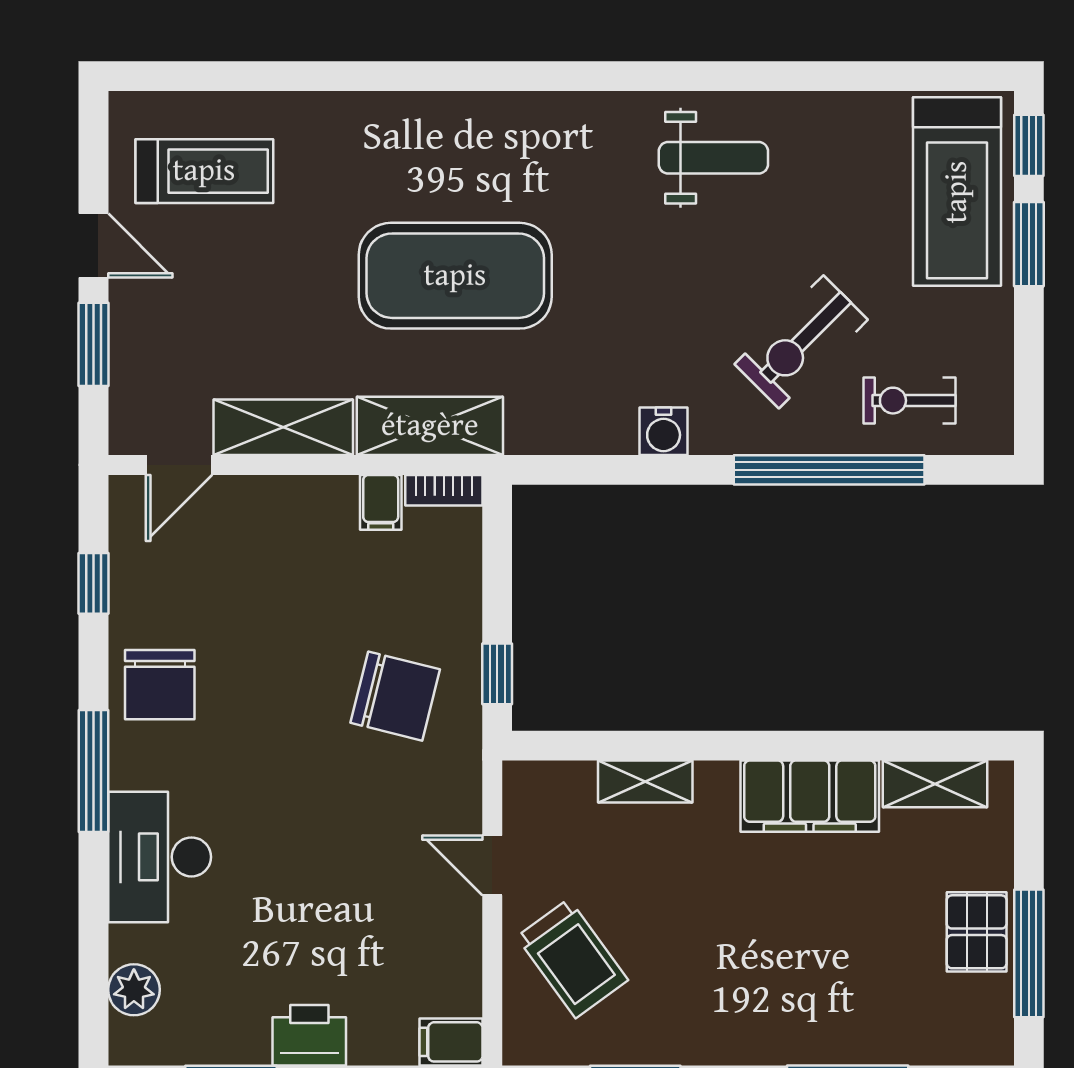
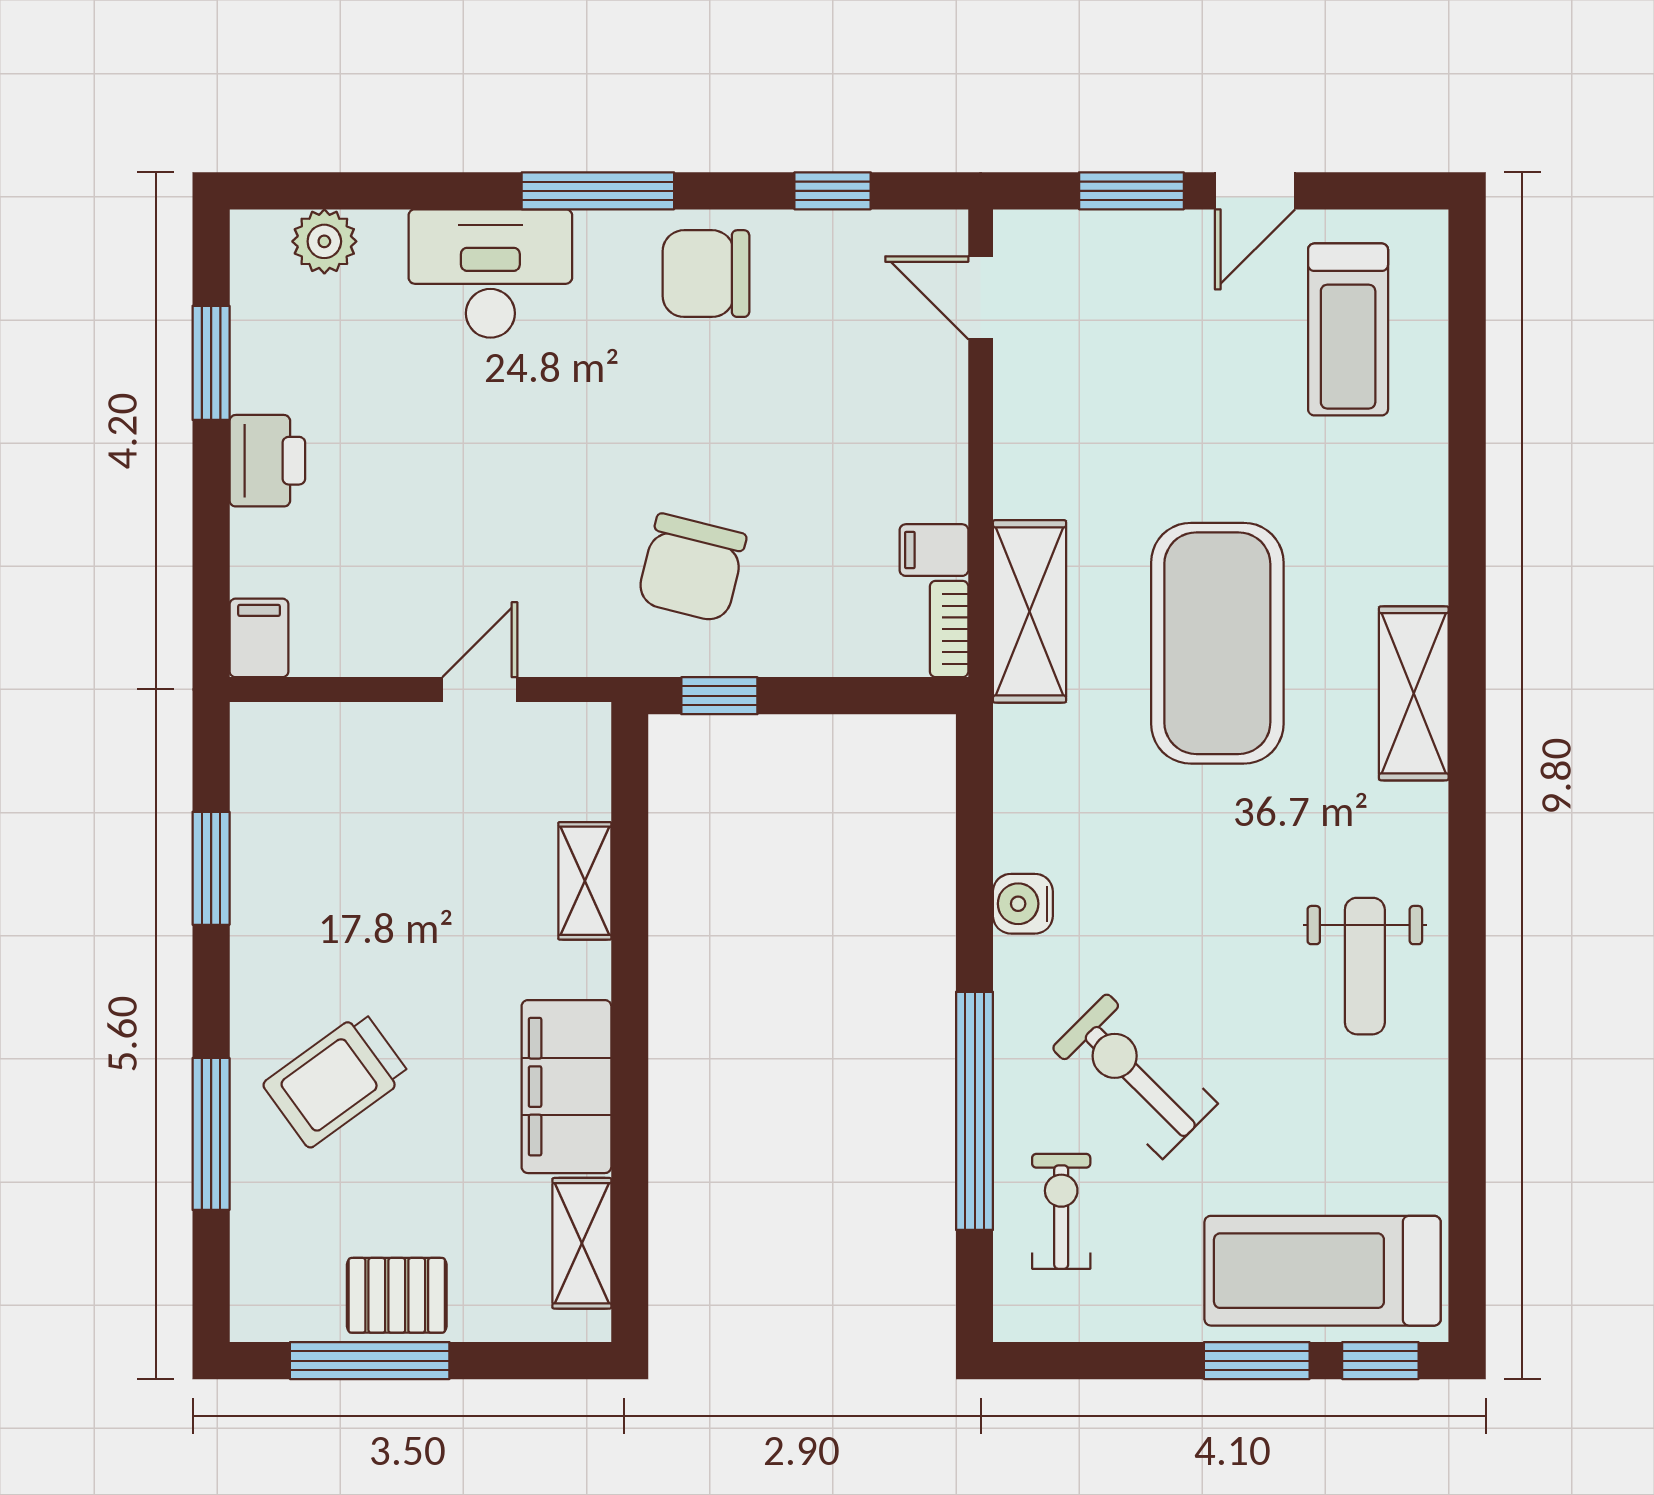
shelving: (283, 427) -> (1414, 693), moved
trolley: (572, 958) -> (336, 1080), moved

